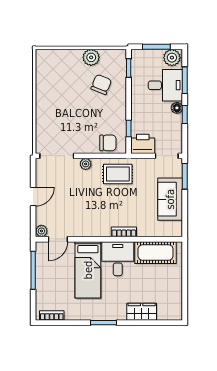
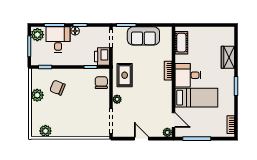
plant: (43, 68) -> (45, 131), added
cot: (156, 253) -> (181, 43), width x0.73, depth x0.75

